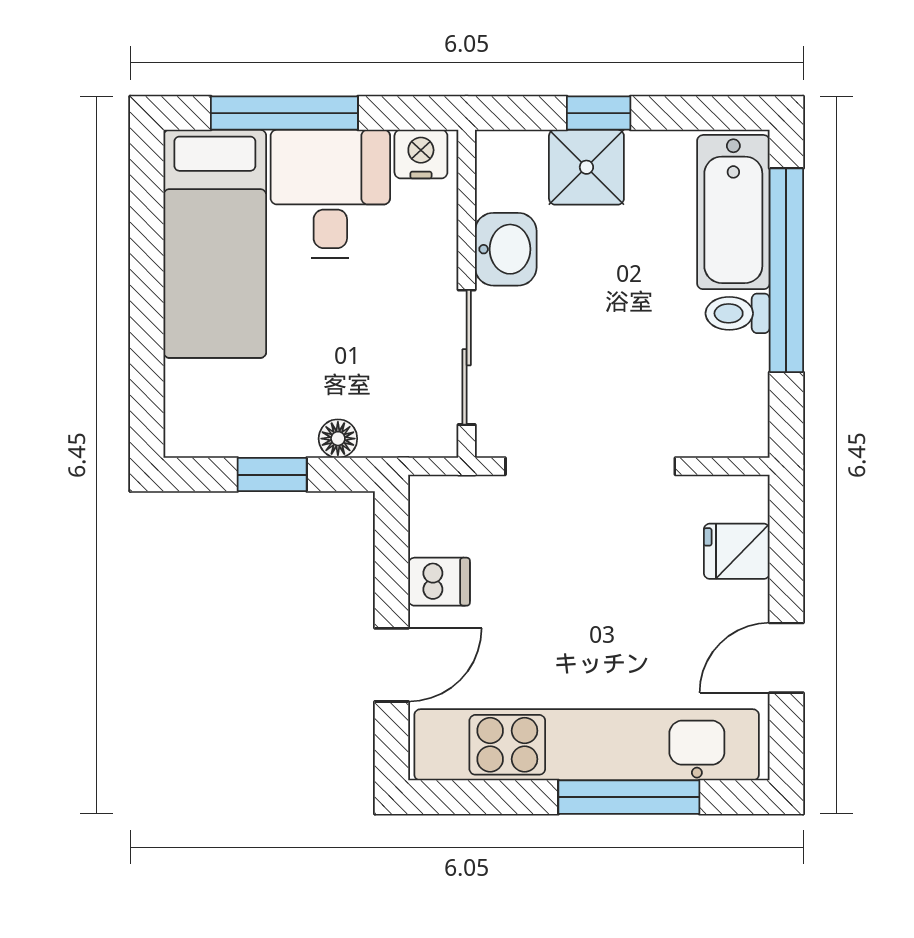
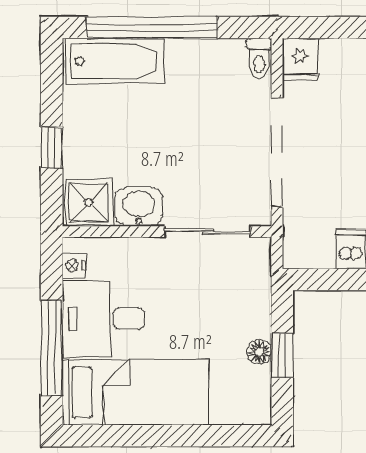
nightstand: (421, 154) -> (74, 265), width x0.72, depth x0.74
shower: (586, 167) -> (89, 202), moved
toilet: (738, 313) -> (259, 59), moved
floor lamp: (338, 439) -> (259, 352), moved
fridge: (737, 551) -> (300, 59), moved

